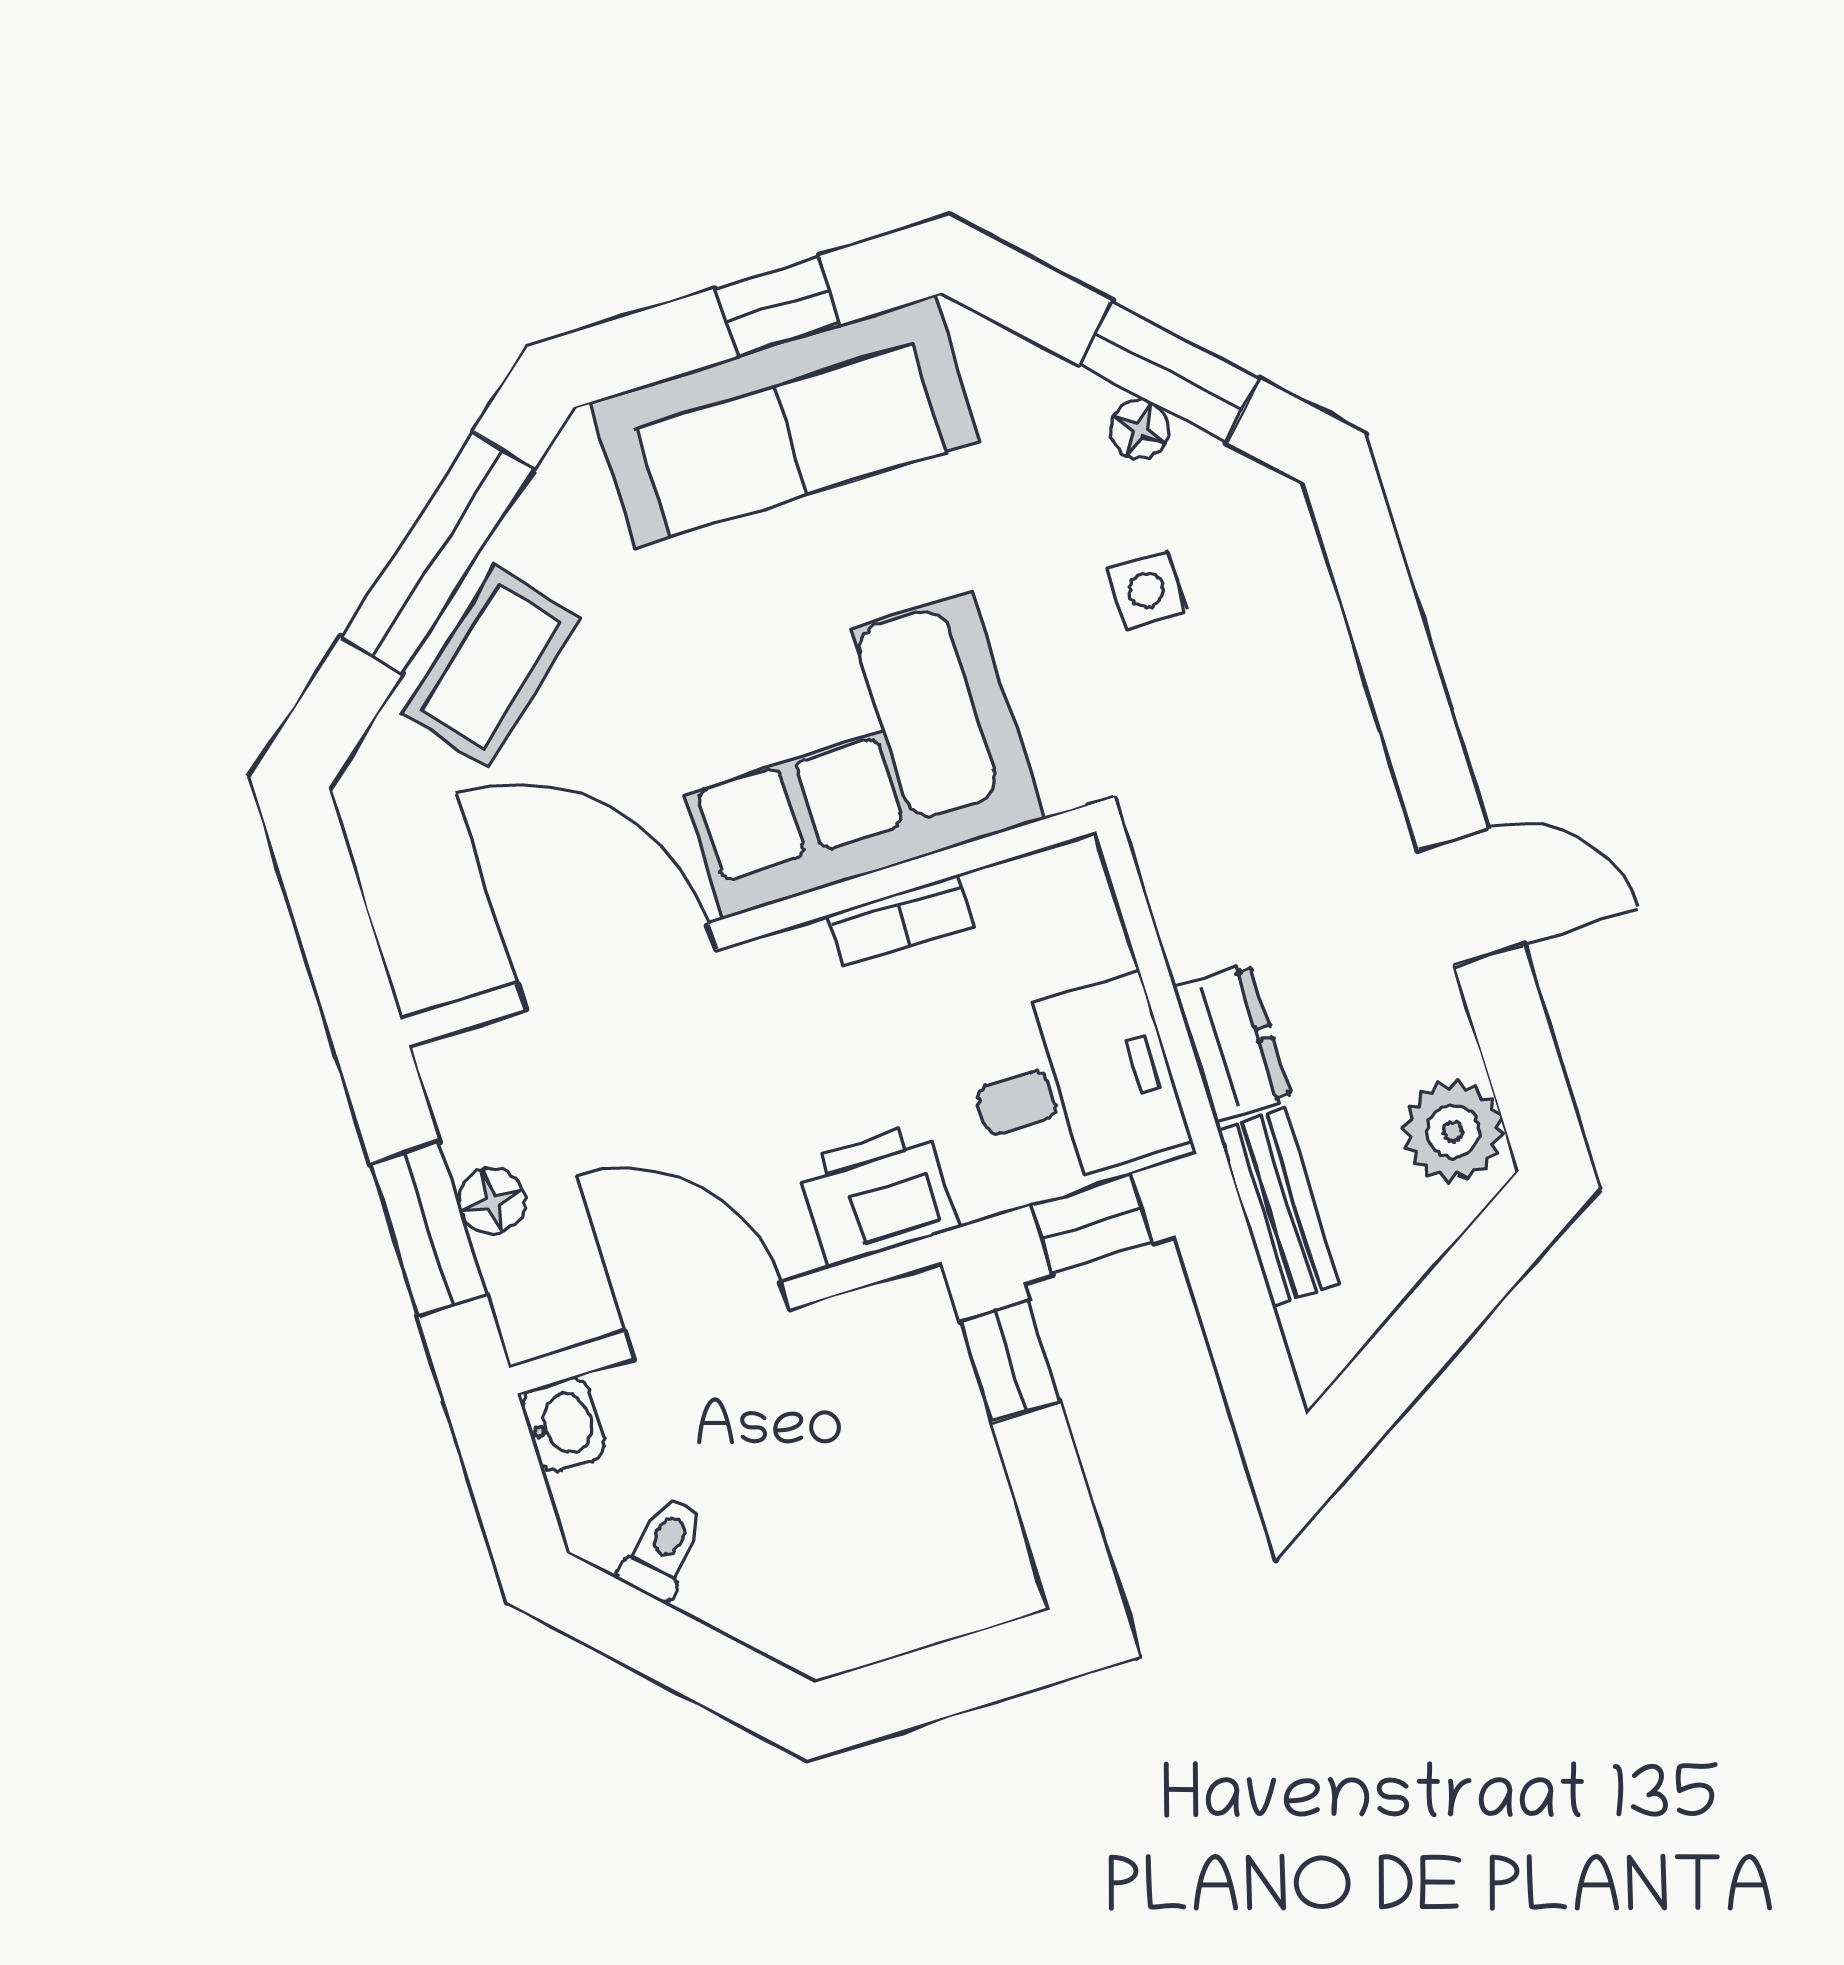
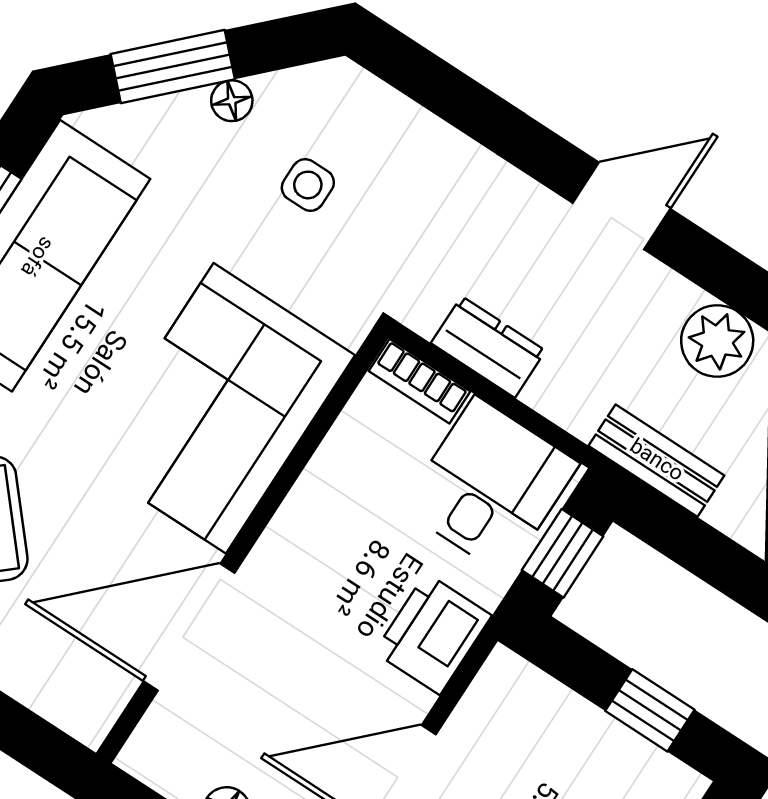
window: (1169, 372) -> (173, 67), moved
bookcase: (901, 921) -> (419, 381), moved, turned 90
dresser: (1232, 1043) -> (488, 347), moved
window: (1010, 1361) -> (650, 710), moved

